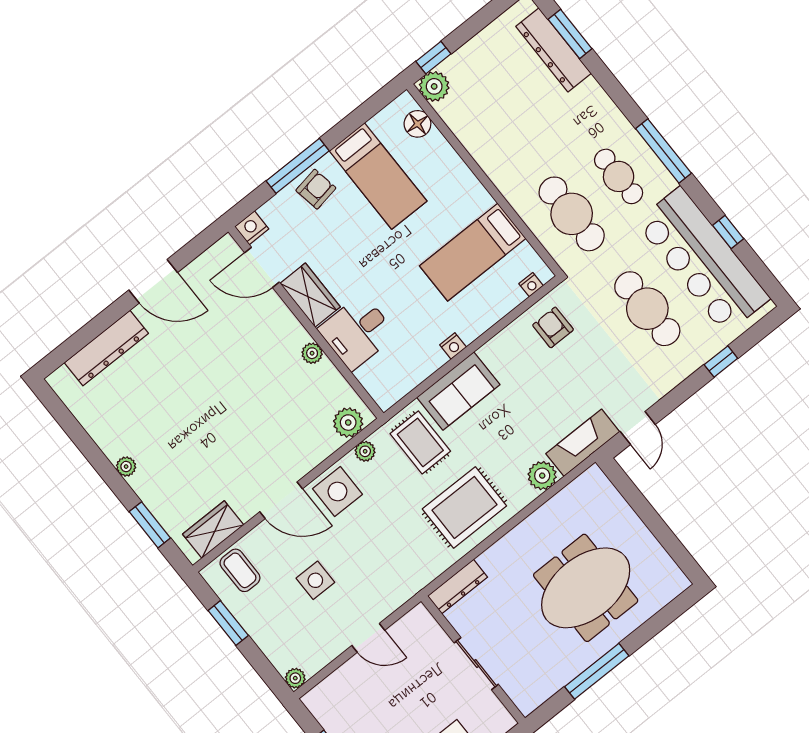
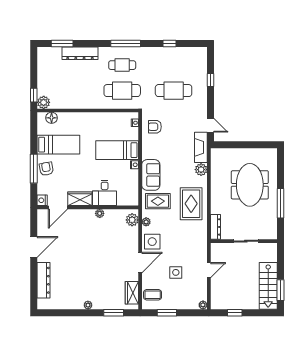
dresser: (553, 50) -> (80, 53), moved
bed: (473, 252) -> (117, 150), moved, turned 90
bar counter: (703, 260) -> (172, 59), removed

